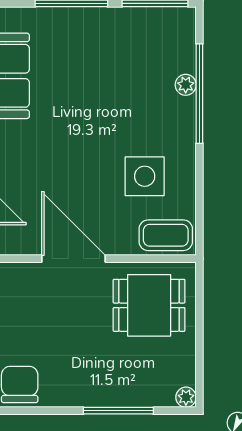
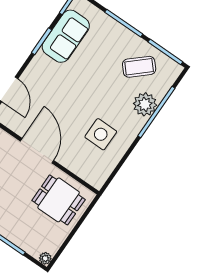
plant: (186, 85) -> (145, 104), width x1.87, depth x1.87
coffee table: (166, 235) -> (139, 67), moved, turned -42

